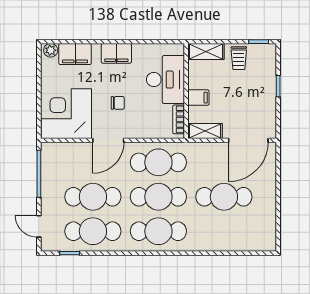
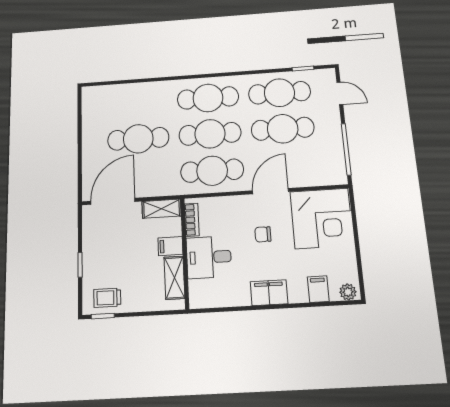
shelving: (206, 51) -> (174, 278), moved, turned 90
filing cabinet: (75, 54) -> (318, 289), width x0.50
trolley: (239, 58) -> (107, 298), moved, turned -90
desk: (166, 80) -> (209, 257), width x0.73

